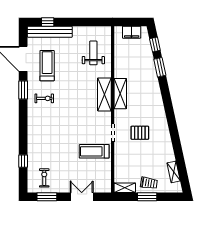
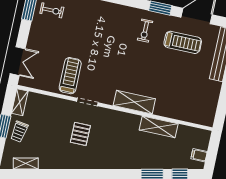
filing cabinet: (132, 32) -> (199, 155), width x0.50
weight bench: (93, 53) -> (186, 100), removed
shelving: (120, 94) -> (159, 127), moved
double door: (82, 197) -> (18, 61), moved

